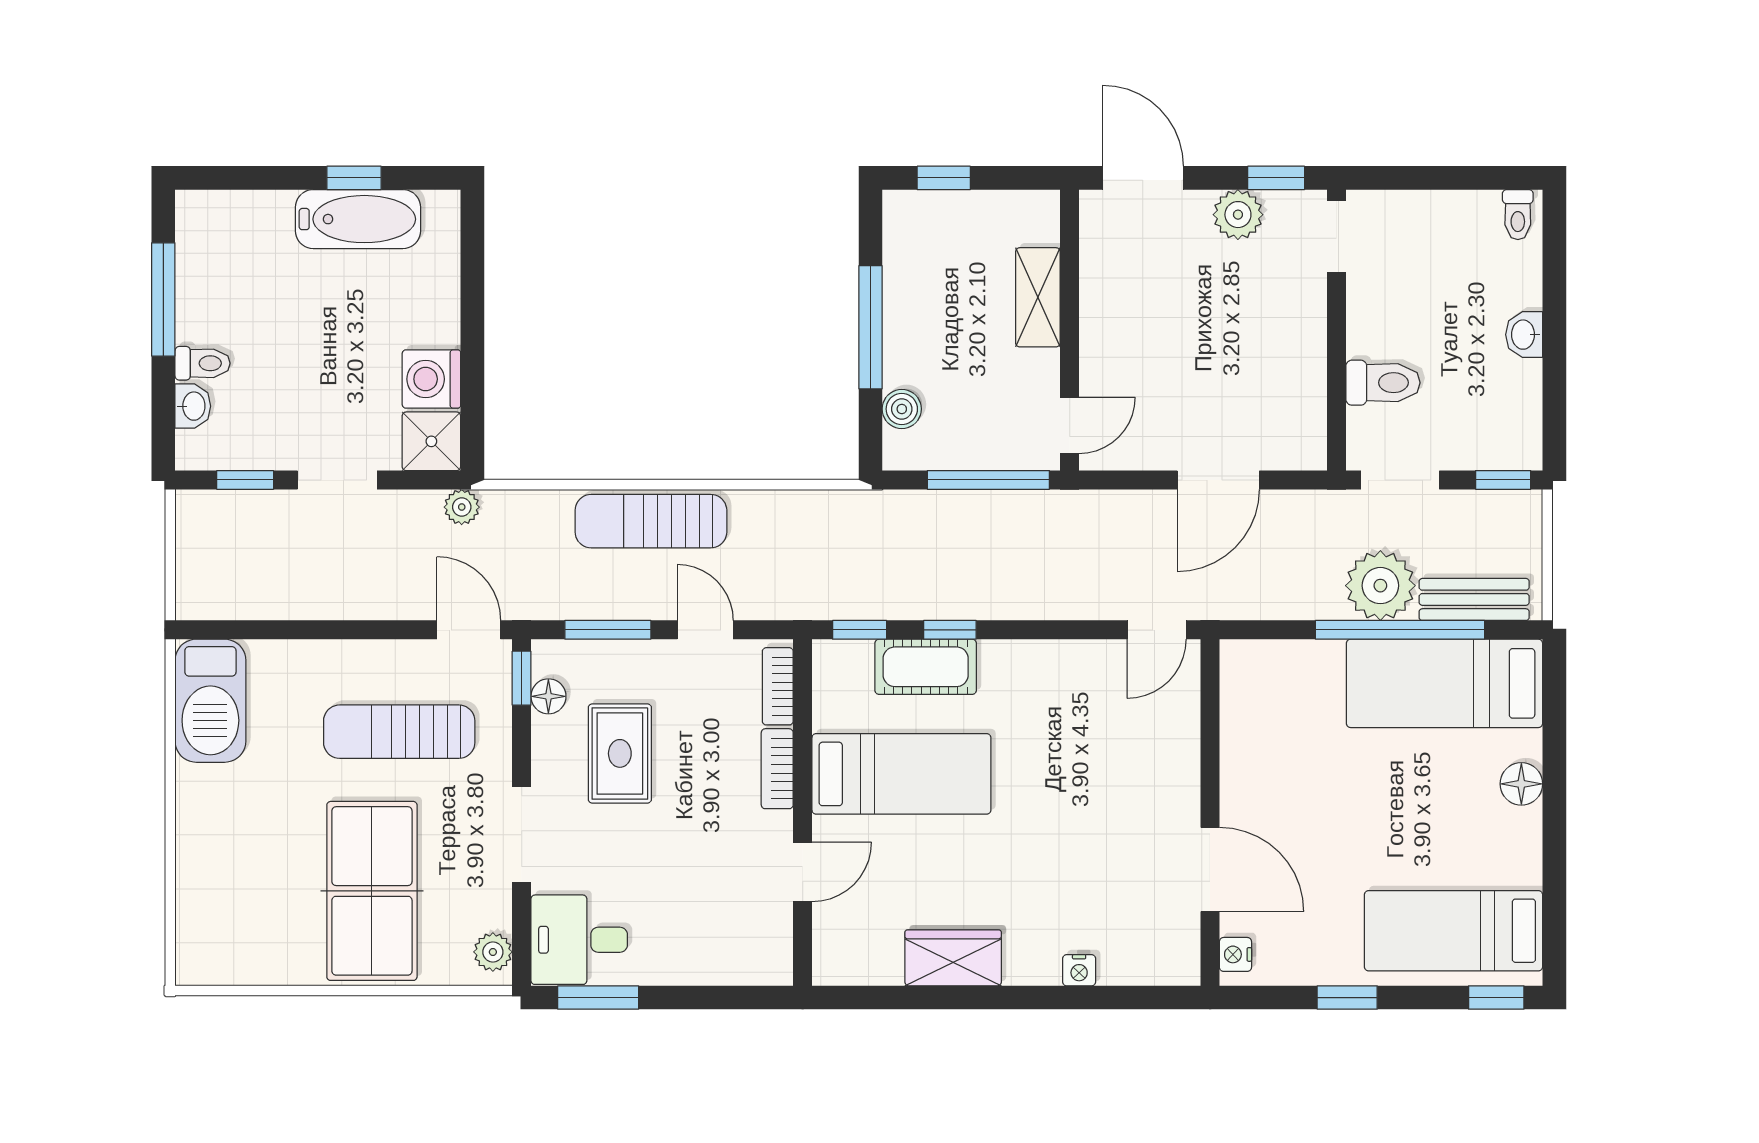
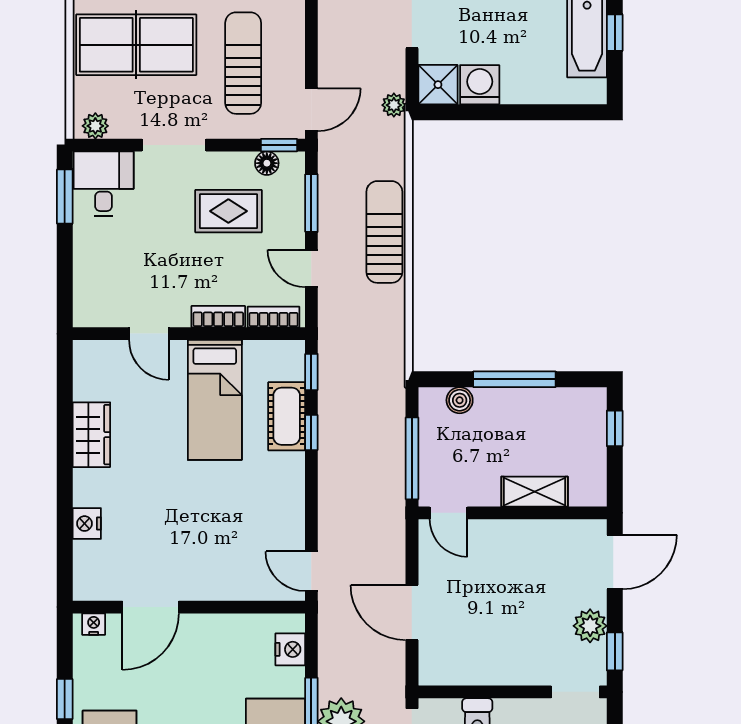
door: (705, 630) -> (311, 268), swing flipped
nightstand: (1273, 661) -> (290, 649), added
nightstand: (1079, 970) -> (87, 524), width x1.39, depth x1.35

